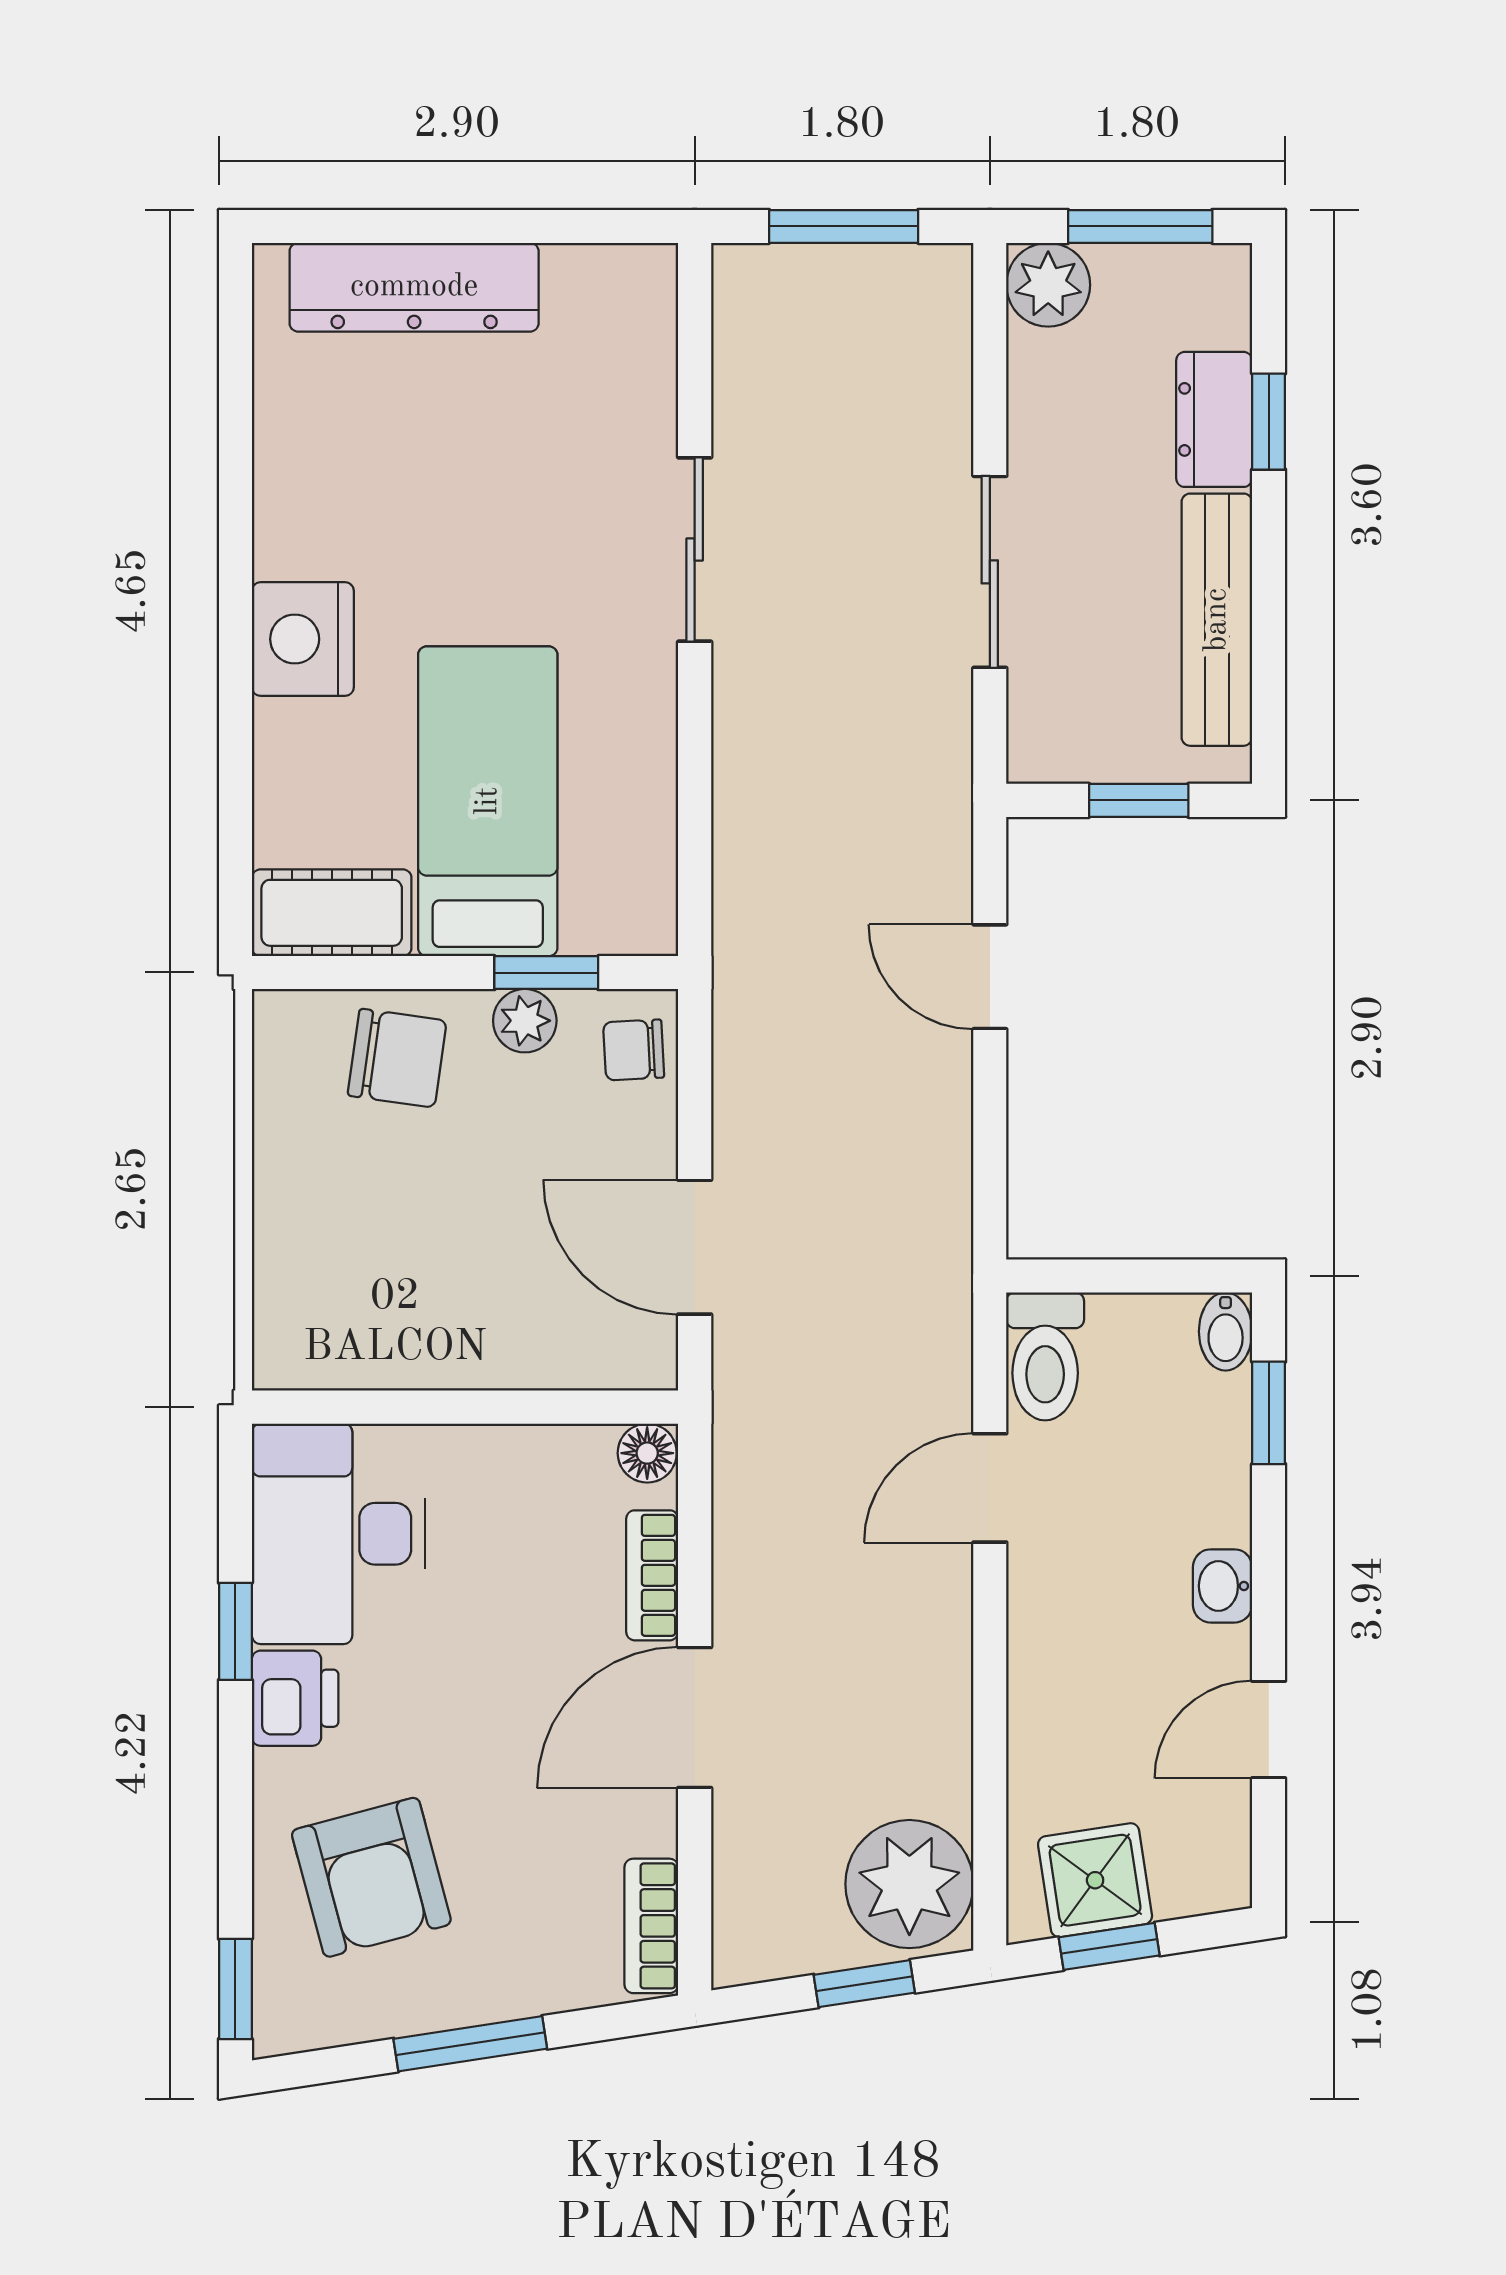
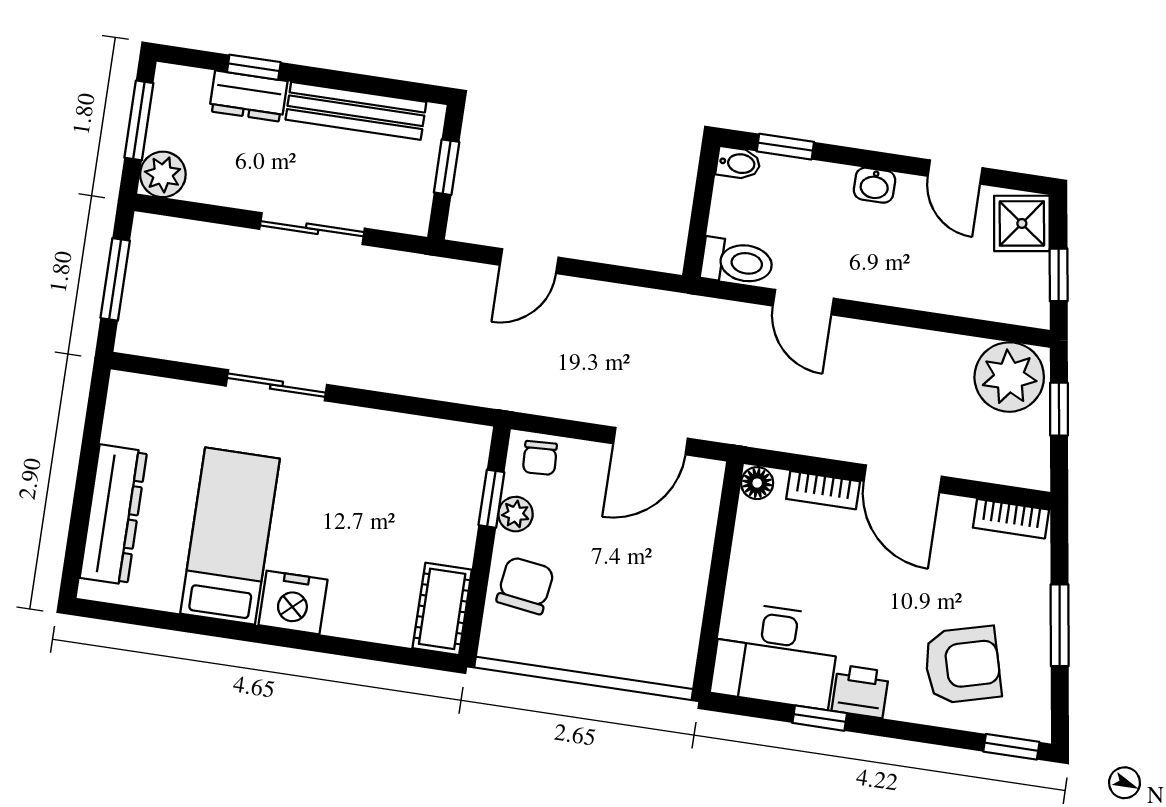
bed: (488, 801) -> (230, 536), moved, turned 90
shower: (1095, 1880) -> (1022, 223), moved

